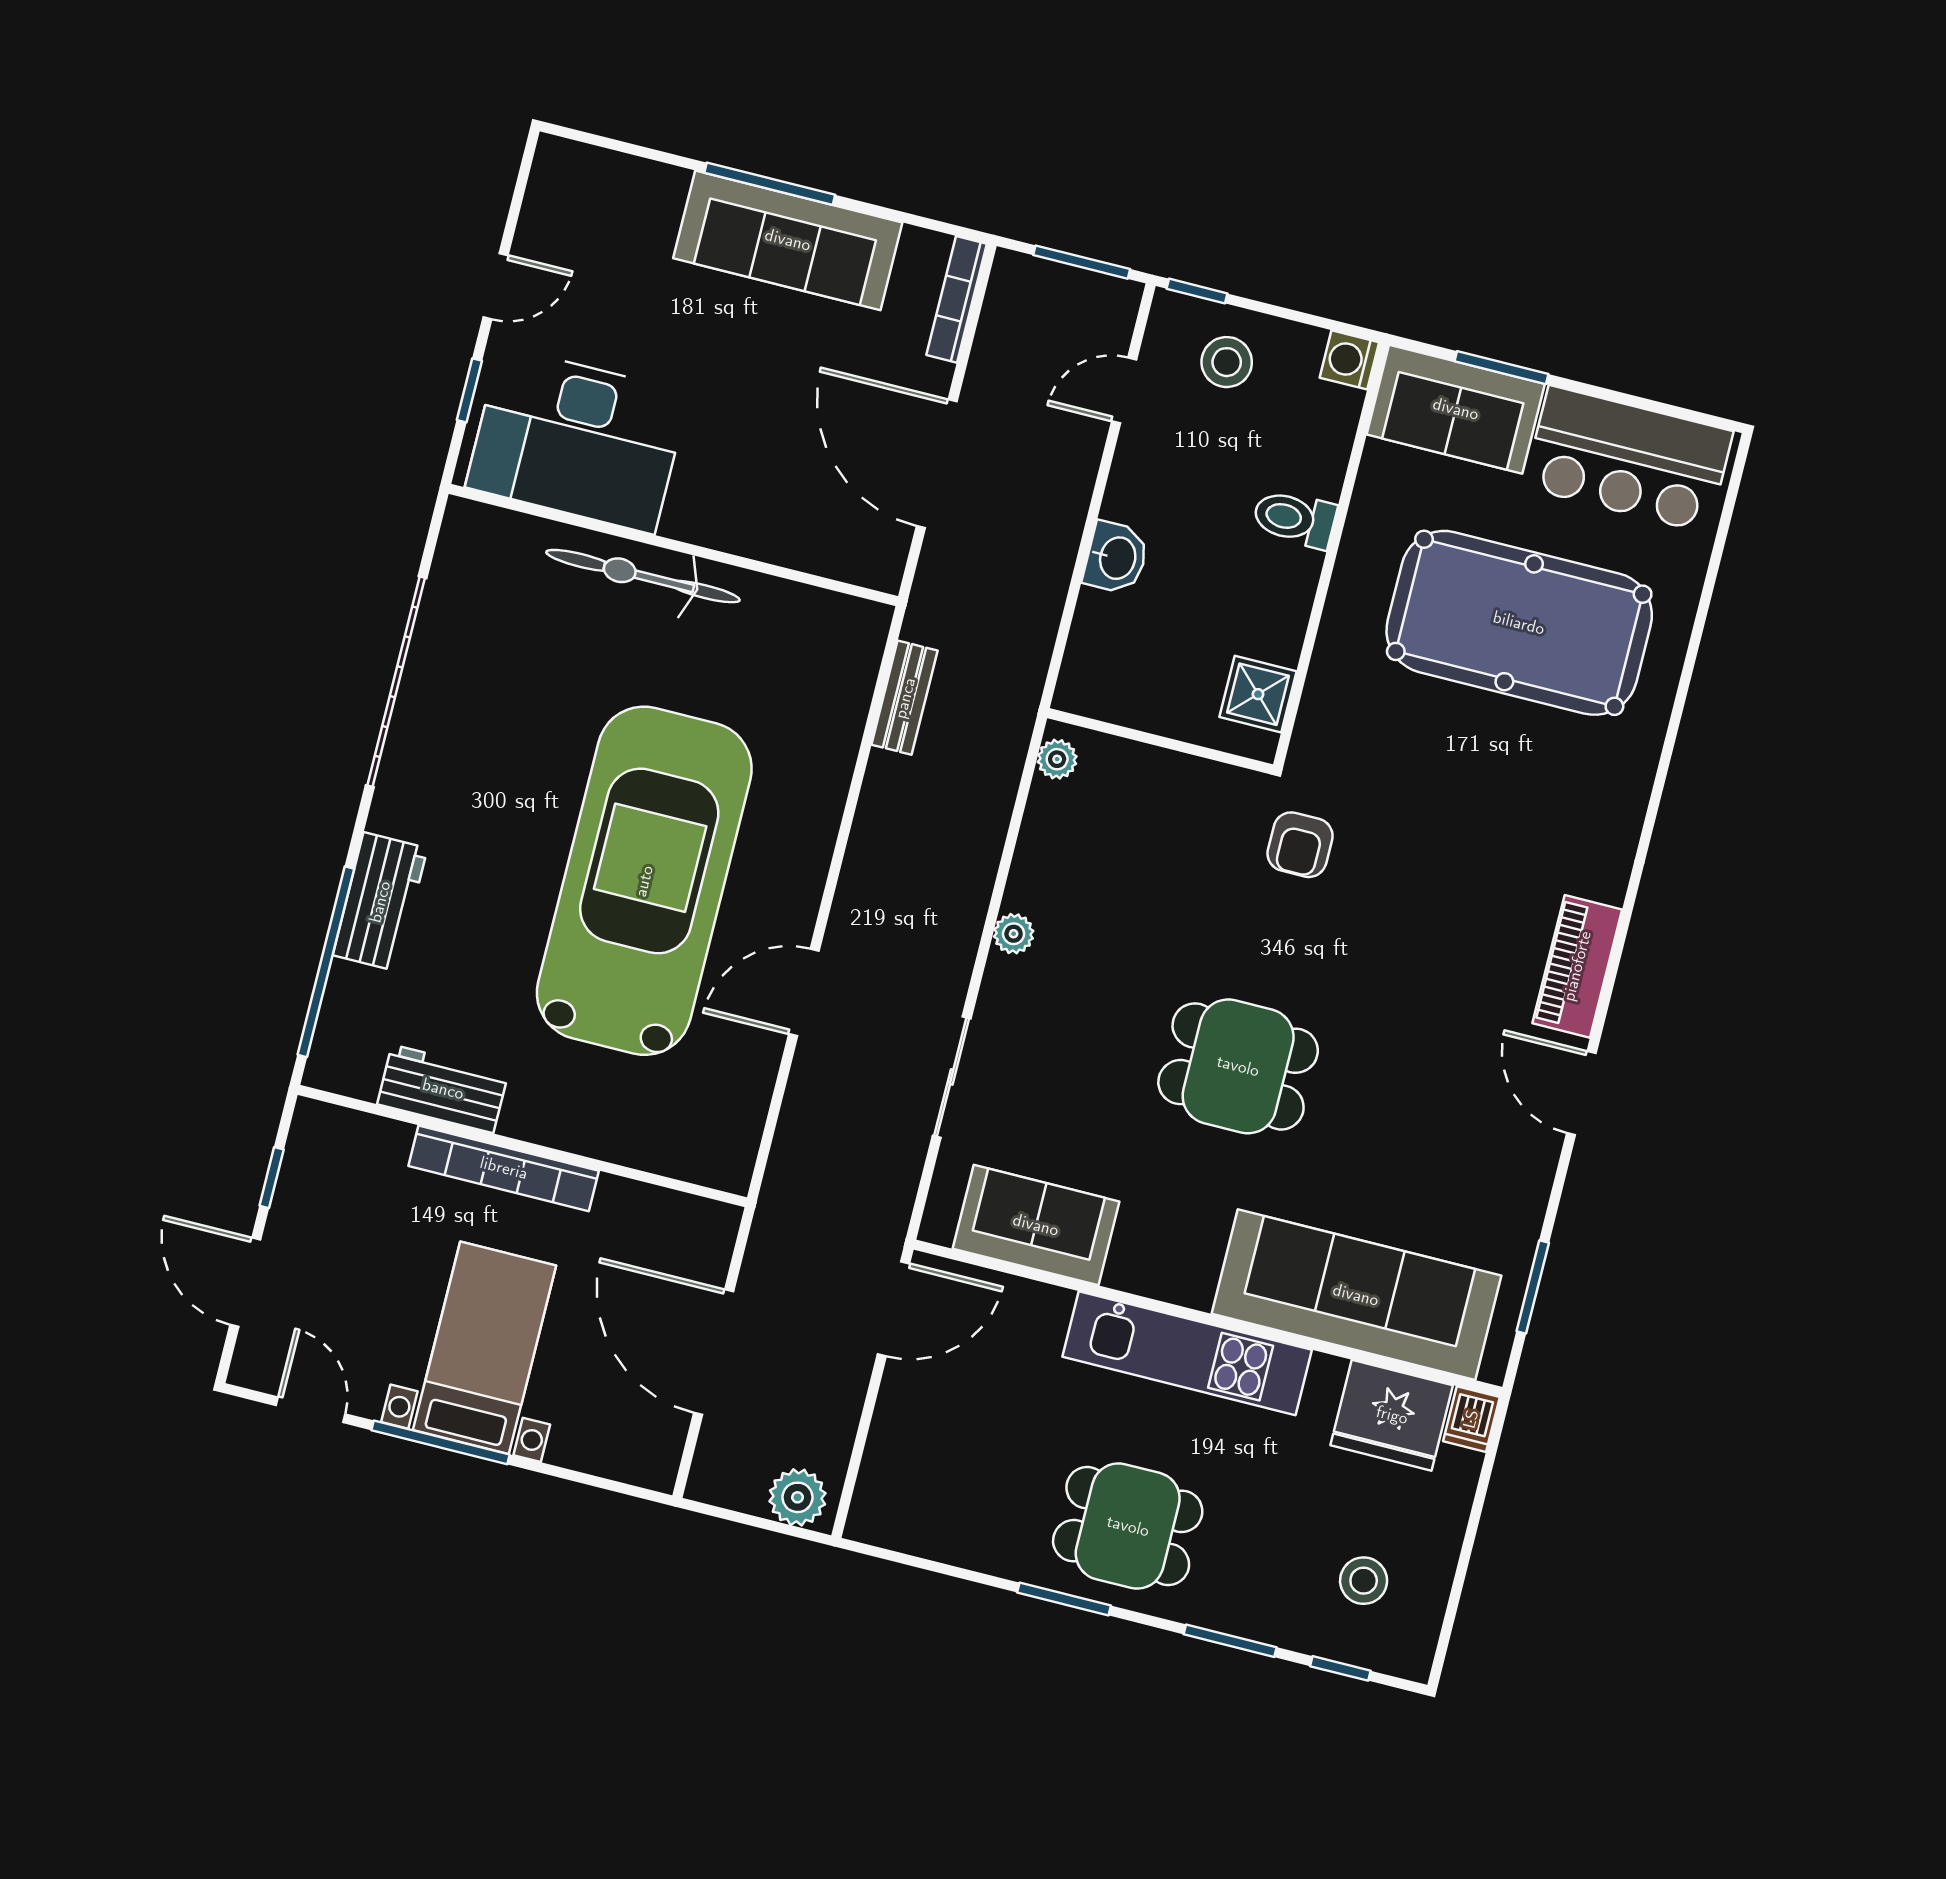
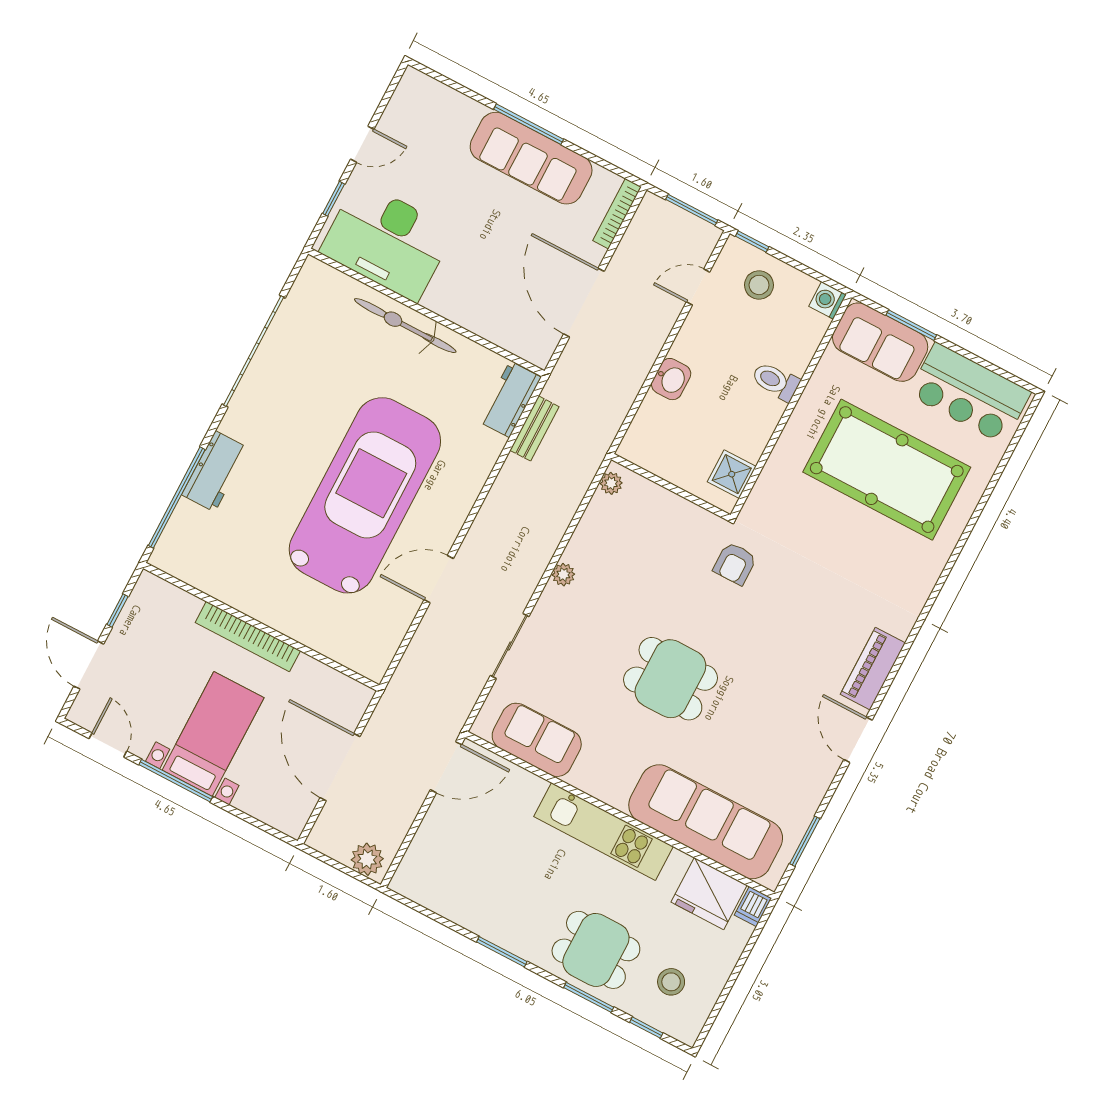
workbench: (443, 1089) -> (510, 399), moved, turned -90
dining table: (1128, 1526) -> (596, 950), moved

